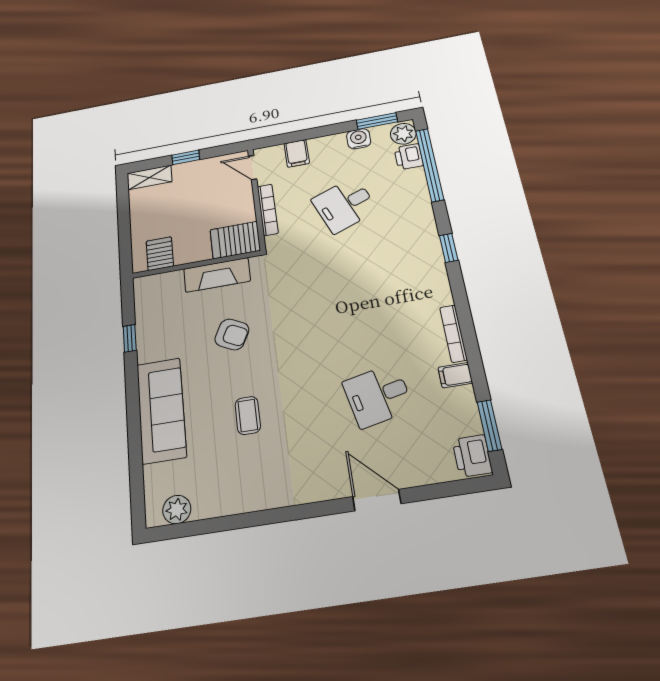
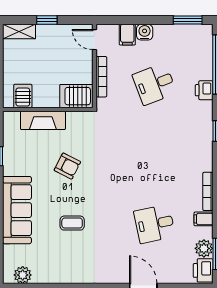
plant: (403, 134) -> (204, 248), moved
water cooler: (359, 139) -> (145, 32), moved
printer: (409, 157) -> (204, 90), moved
fireplace: (217, 275) -> (43, 120), moved
coffee table: (248, 415) -> (72, 223), turned 90

